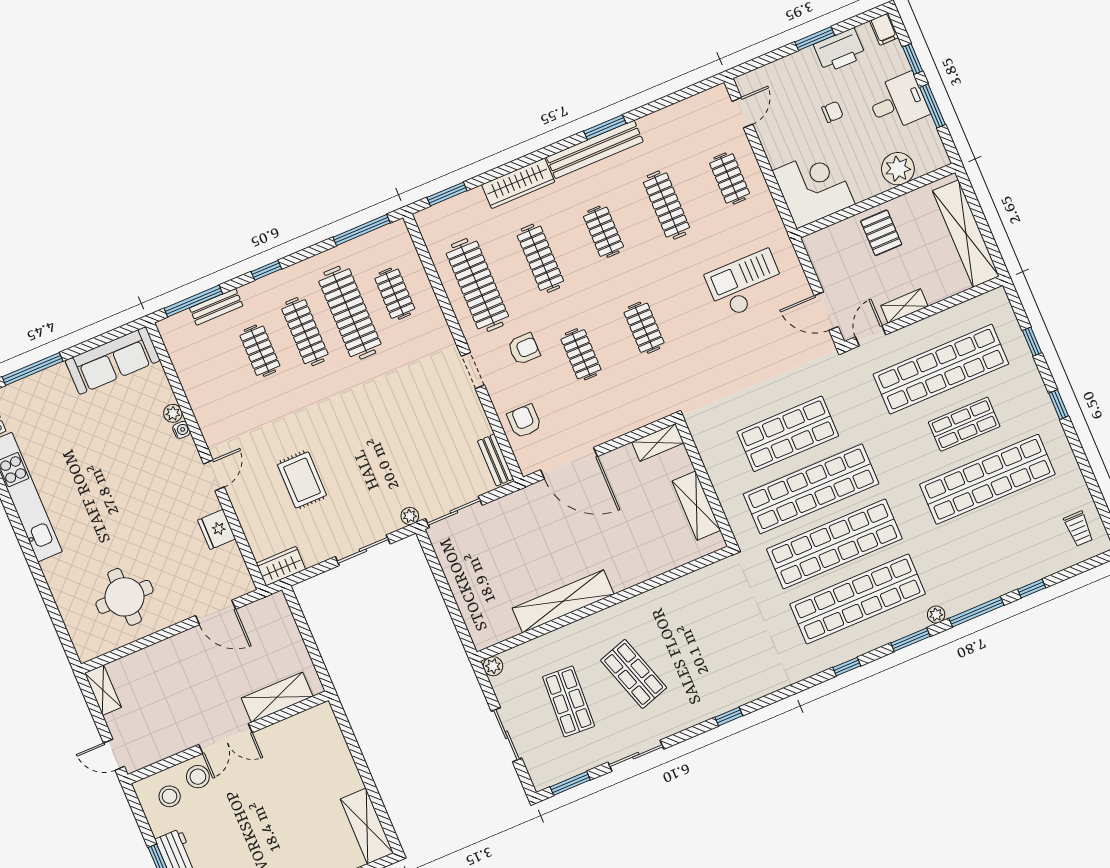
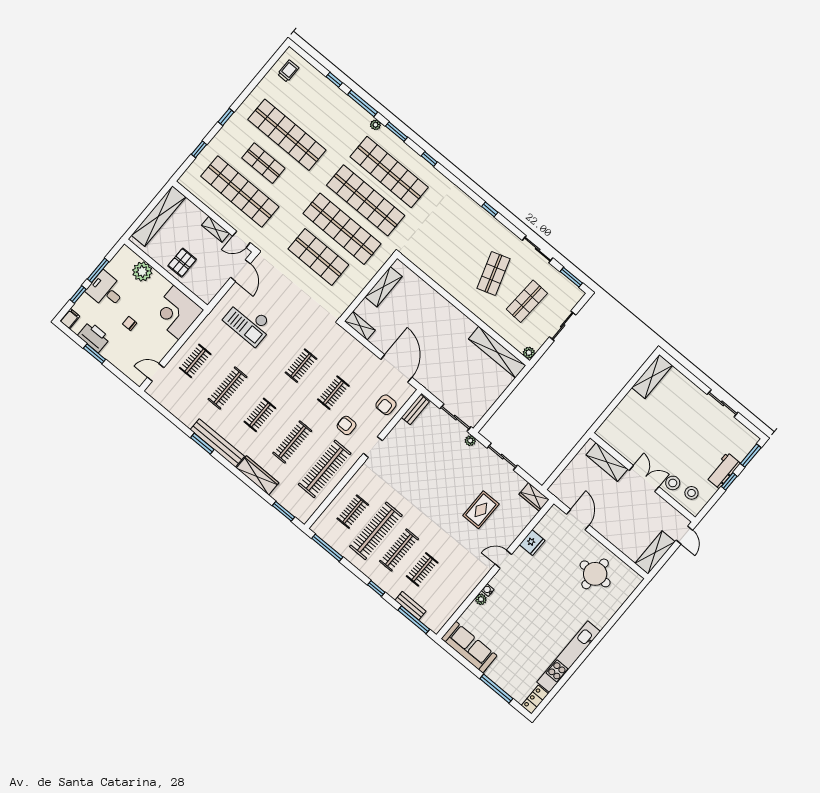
shelving: (563, 601) -> (497, 352), moved
shelving: (103, 690) -> (655, 552), width x1.50, depth x1.33

